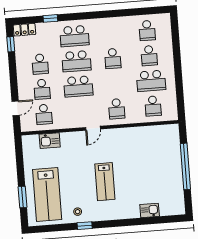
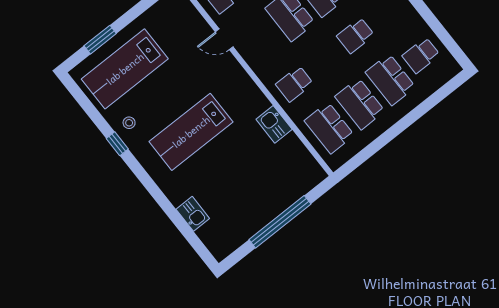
school desk: (149, 56) -> (390, 80), width x1.85
school desk: (153, 106) -> (329, 128), width x1.85
door: (93, 128) -> (224, 39), moved
kitchen sink: (50, 141) -> (274, 124), moved
lab bench: (105, 182) -> (191, 132), width x1.36, depth x1.39

